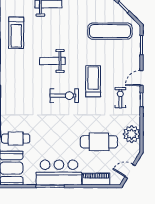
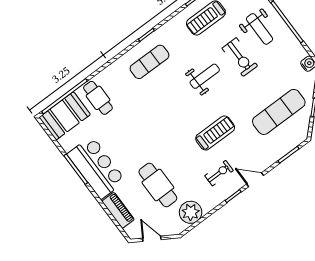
exercise mat: (110, 31) -> (279, 112), turned 90
weight bench: (52, 61) -> (205, 76), turned 90
exercise mat: (17, 89) -> (149, 62), added
exercise bike: (64, 96) -> (240, 57), moved

